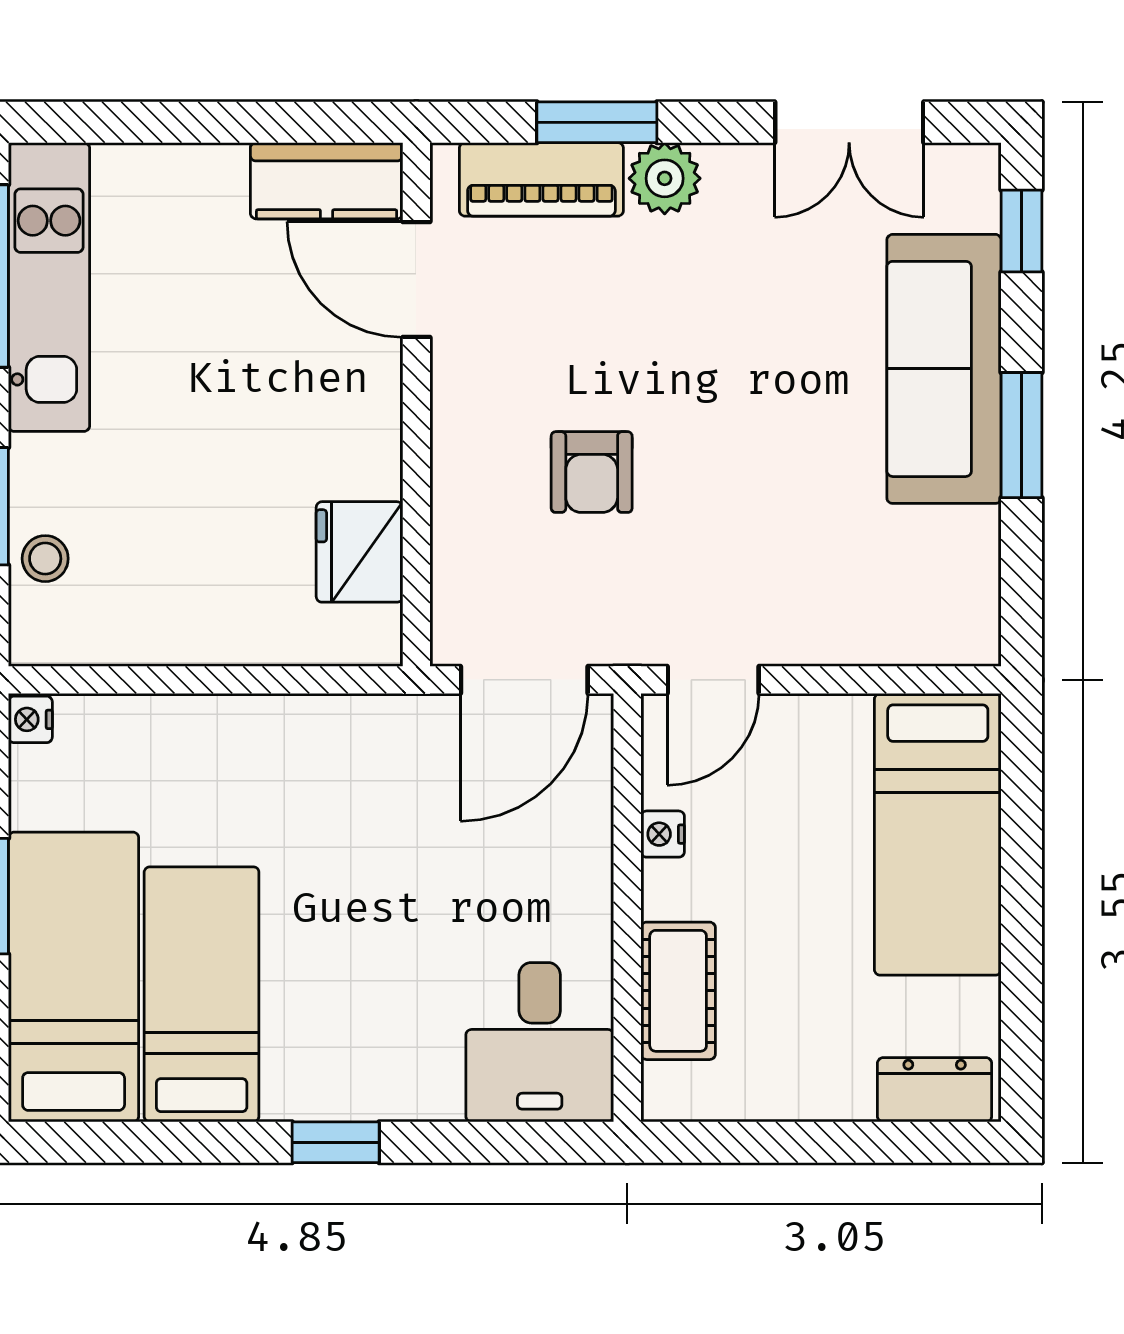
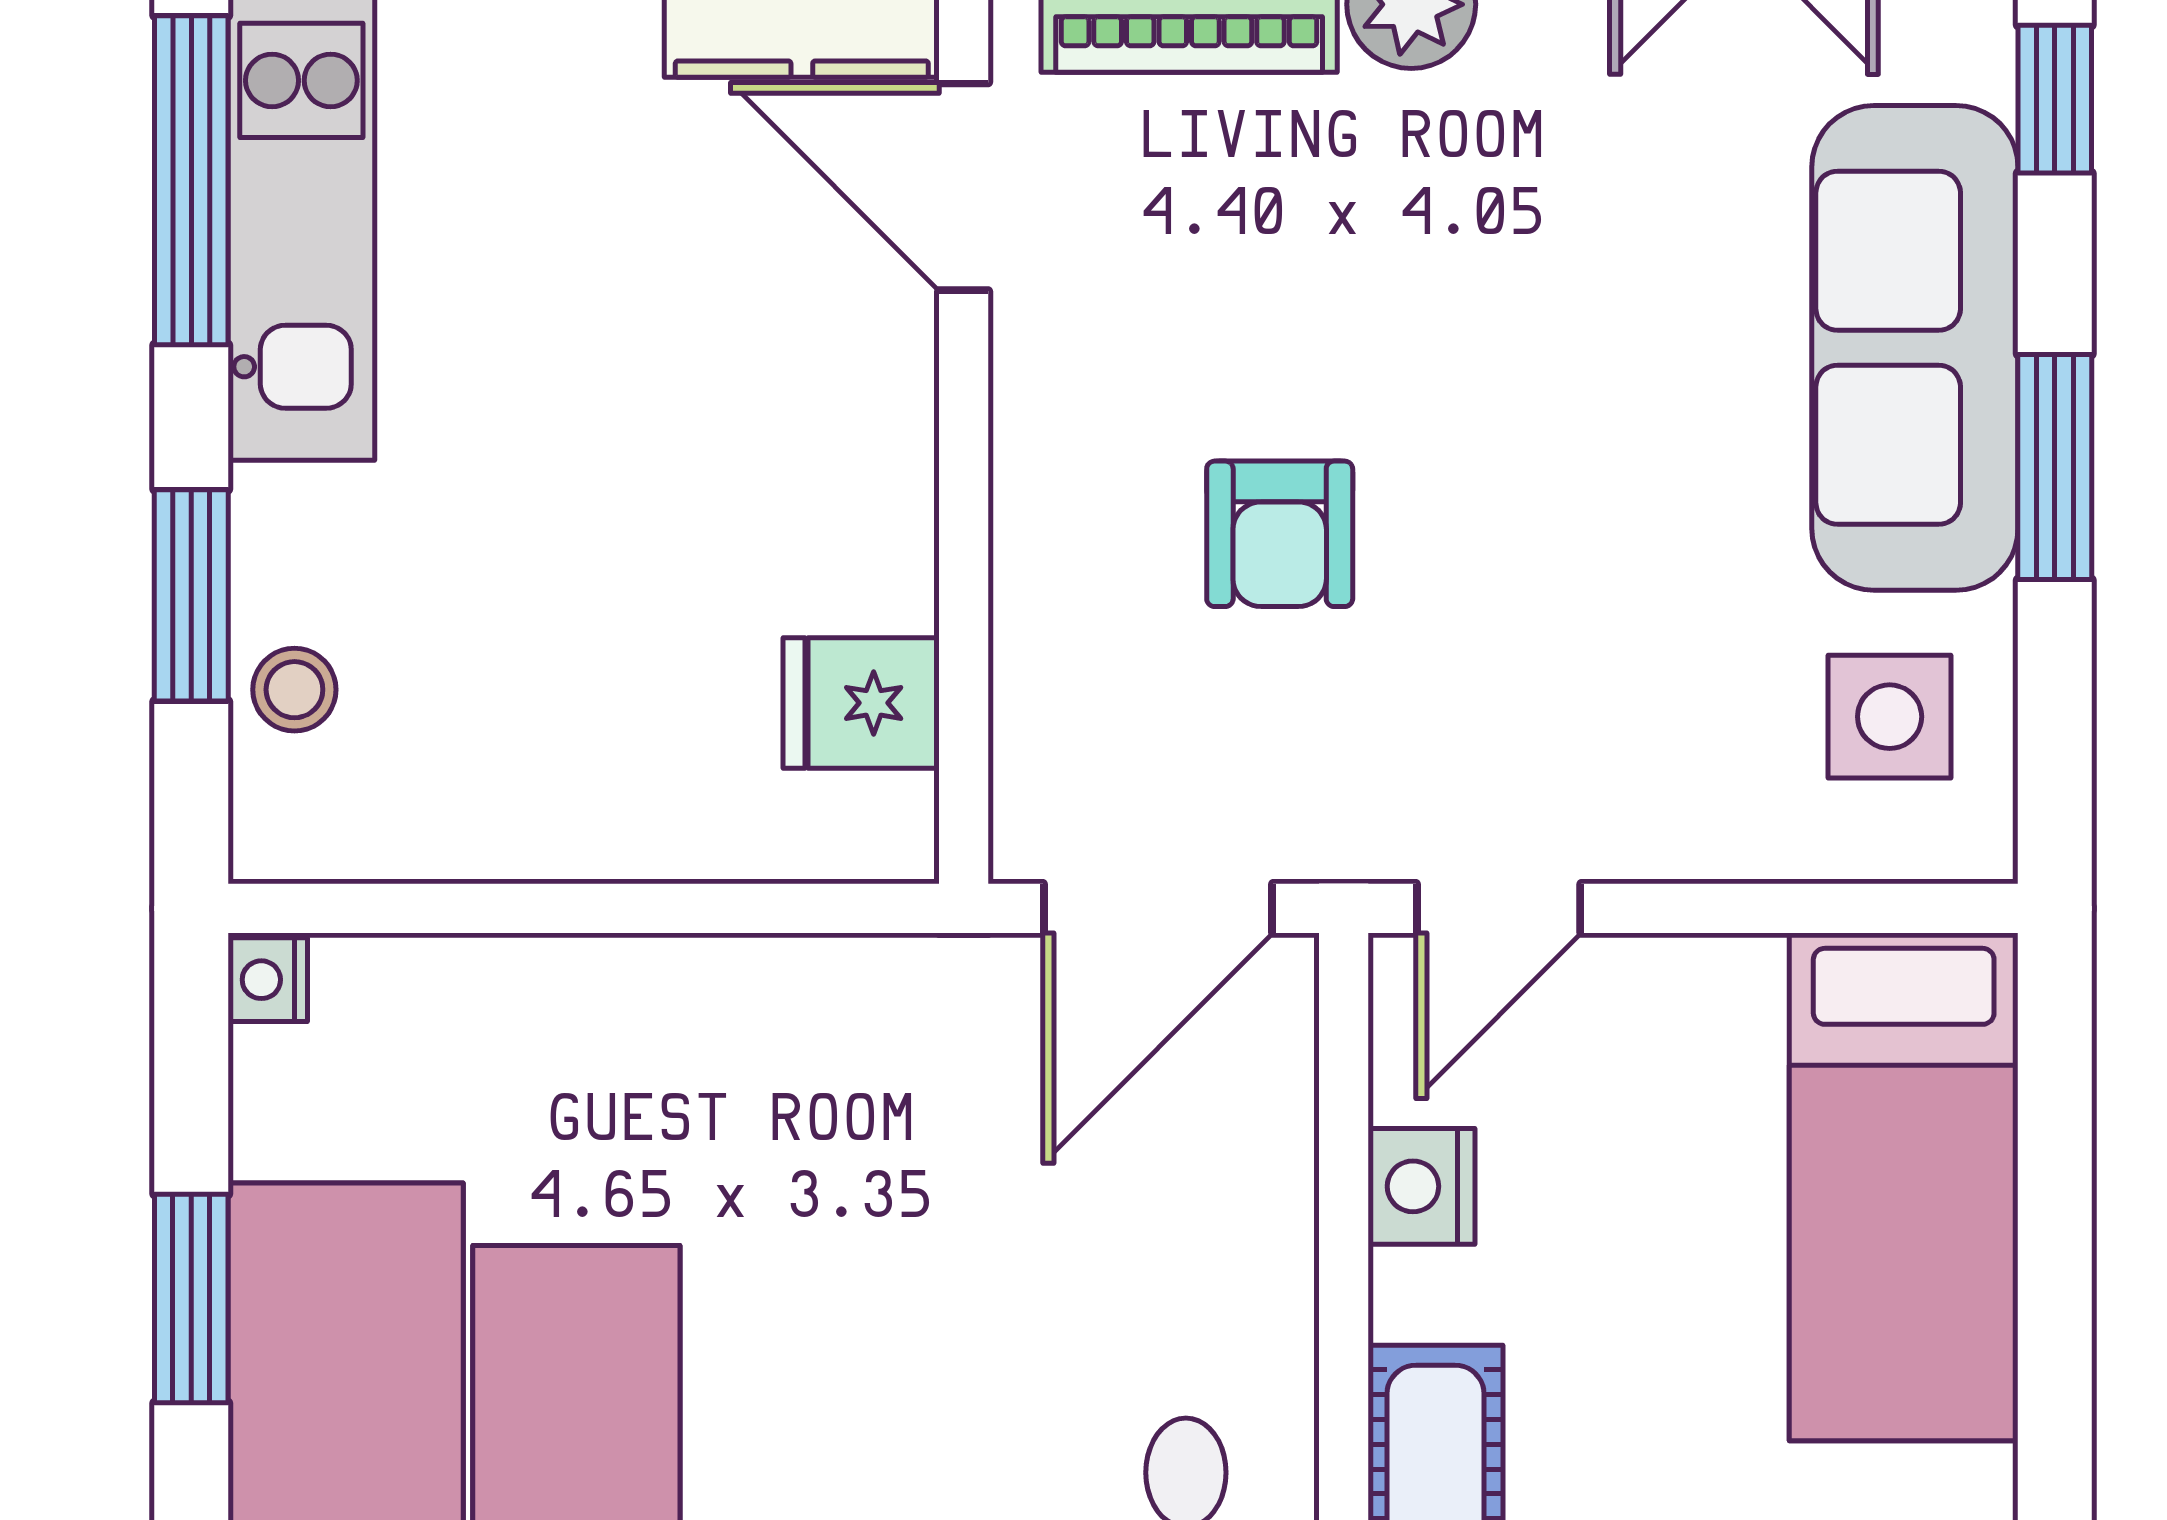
fridge: (359, 552) -> (861, 703), width x0.72
side table: (930, 573) -> (1890, 717), added
nightstand: (663, 834) -> (1422, 1186), width x1.39, depth x1.35

